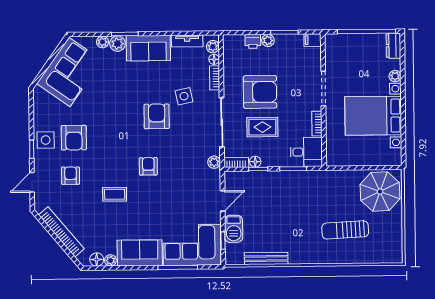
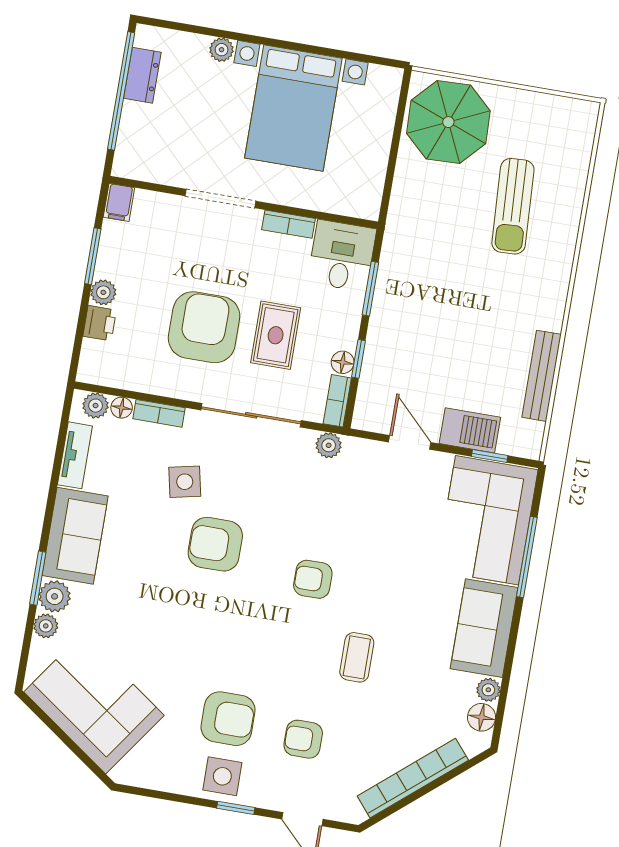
dresser: (393, 46) -> (142, 75), moved, turned -90

